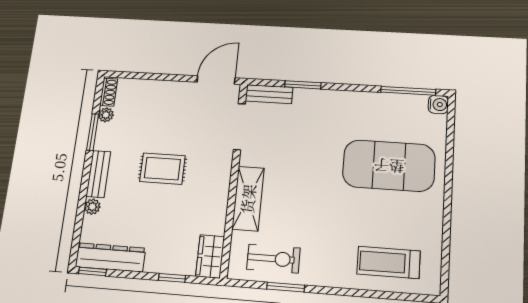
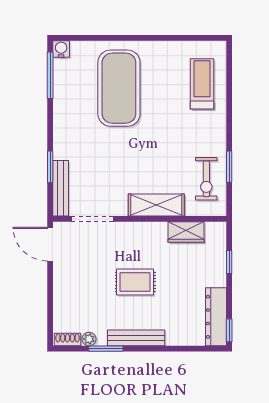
bench: (269, 94) -> (61, 188), width x1.36
rug: (162, 169) -> (135, 282), turned 90
bench: (98, 174) -> (136, 338), width x1.36
plant: (92, 207) -> (173, 339), removed
wardrobe: (210, 256) -> (186, 232), moved
exercise bike: (273, 259) -> (206, 179), turned 180
treadmill: (389, 262) -> (202, 84), turned 180

